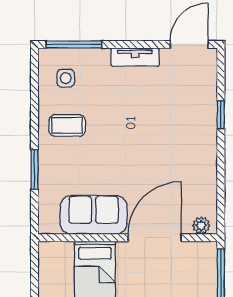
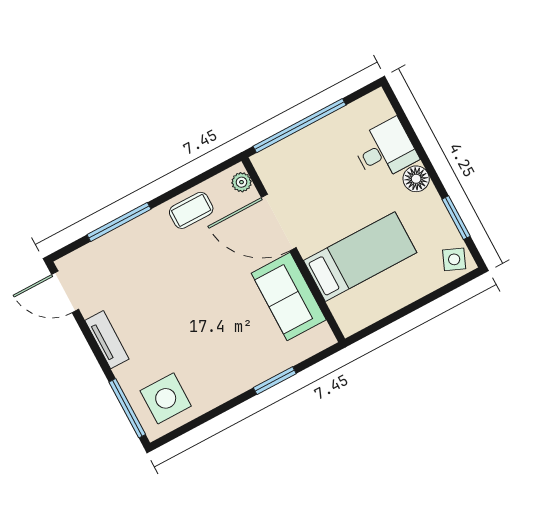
side table: (66, 78) -> (166, 398), width x1.87, depth x1.87
window: (221, 115) -> (119, 222), width x2.17
coffee table: (67, 125) -> (191, 210), moved, turned 90

